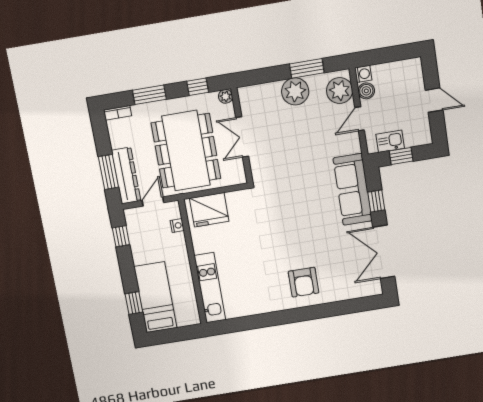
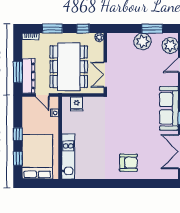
double door: (242, 137) -> (105, 75), moved
door: (153, 201) -> (42, 95), swing flipped
fridge: (209, 210) -> (77, 104), width x0.53, depth x0.75
window: (121, 236) -> (18, 134), moved
armchair: (304, 282) -> (128, 163), turned -90
bed: (155, 297) -> (37, 157), width x1.50

